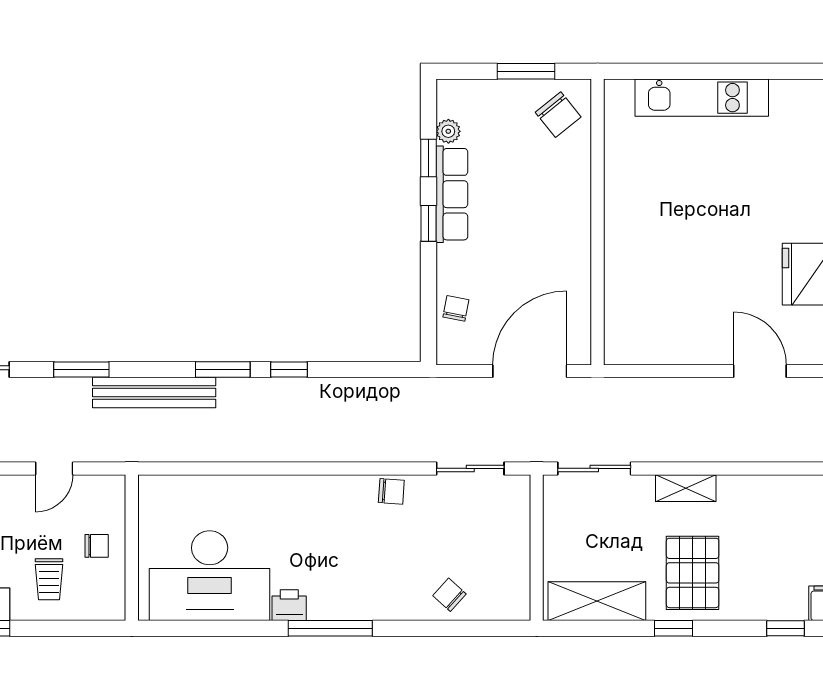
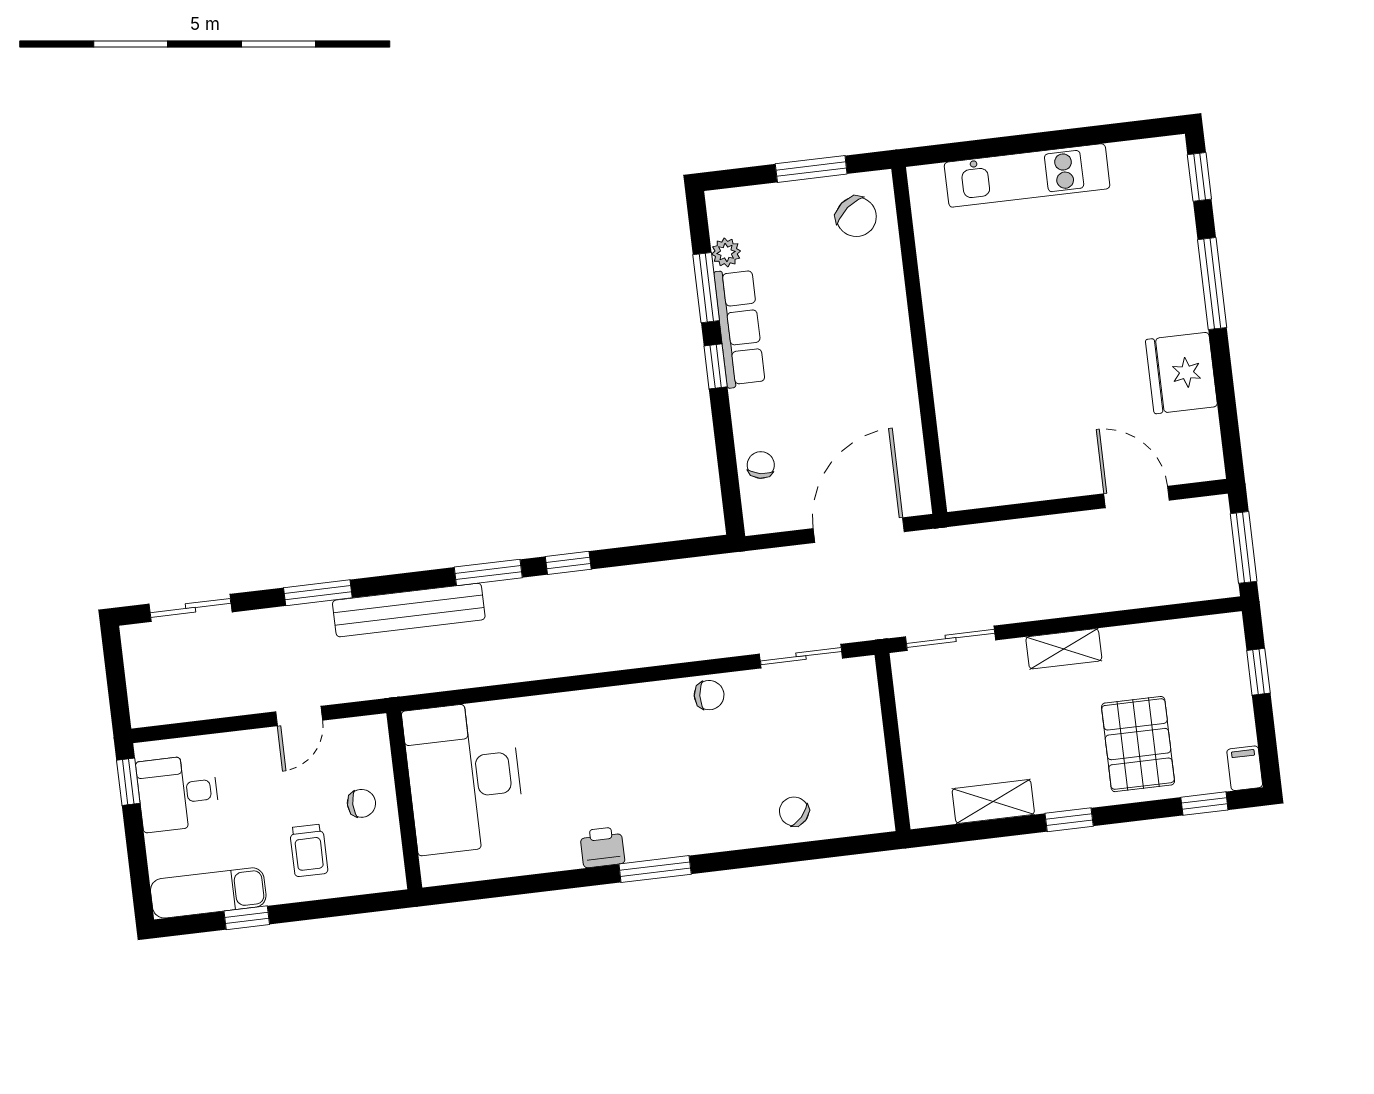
window: (429, 158) -> (706, 288), width x1.50
pallet: (693, 573) -> (1138, 744), moved
desk: (210, 576) -> (464, 777), moved, turned 90
shelving: (597, 601) -> (993, 802), width x0.67, depth x0.75
window: (330, 628) -> (655, 869), width x0.69

